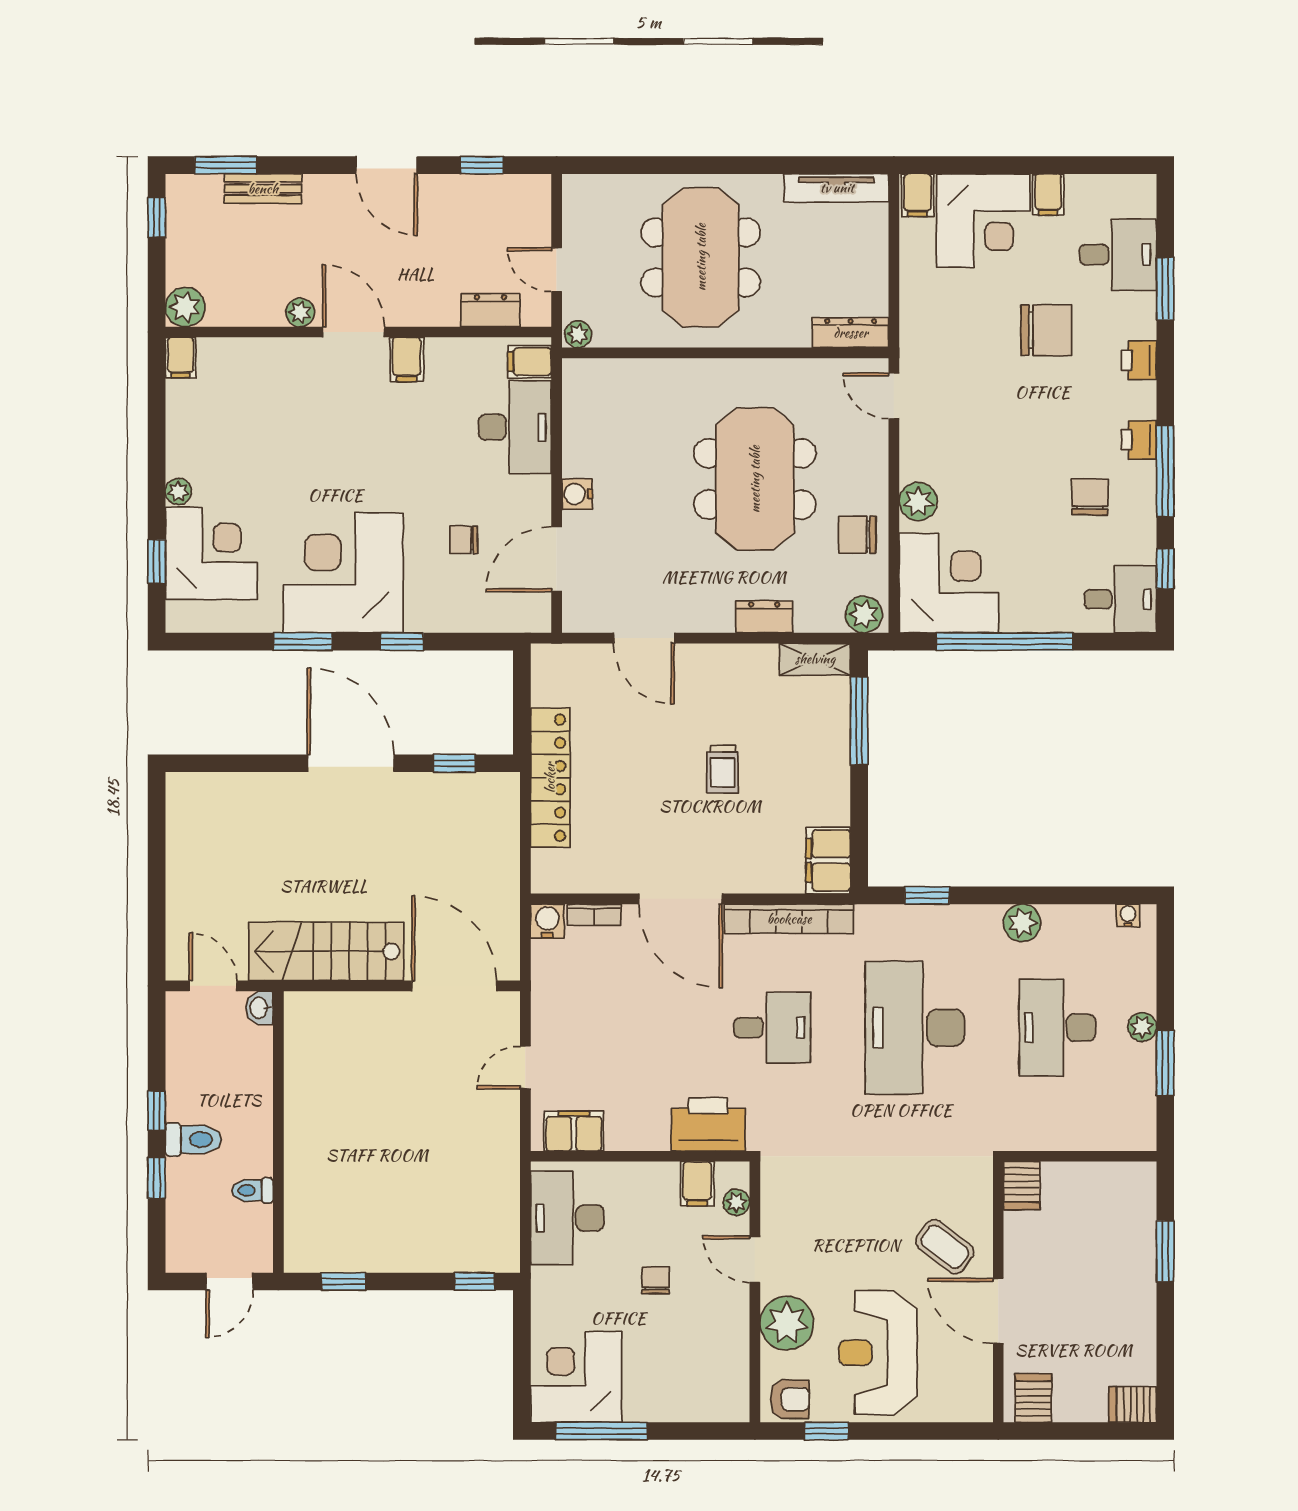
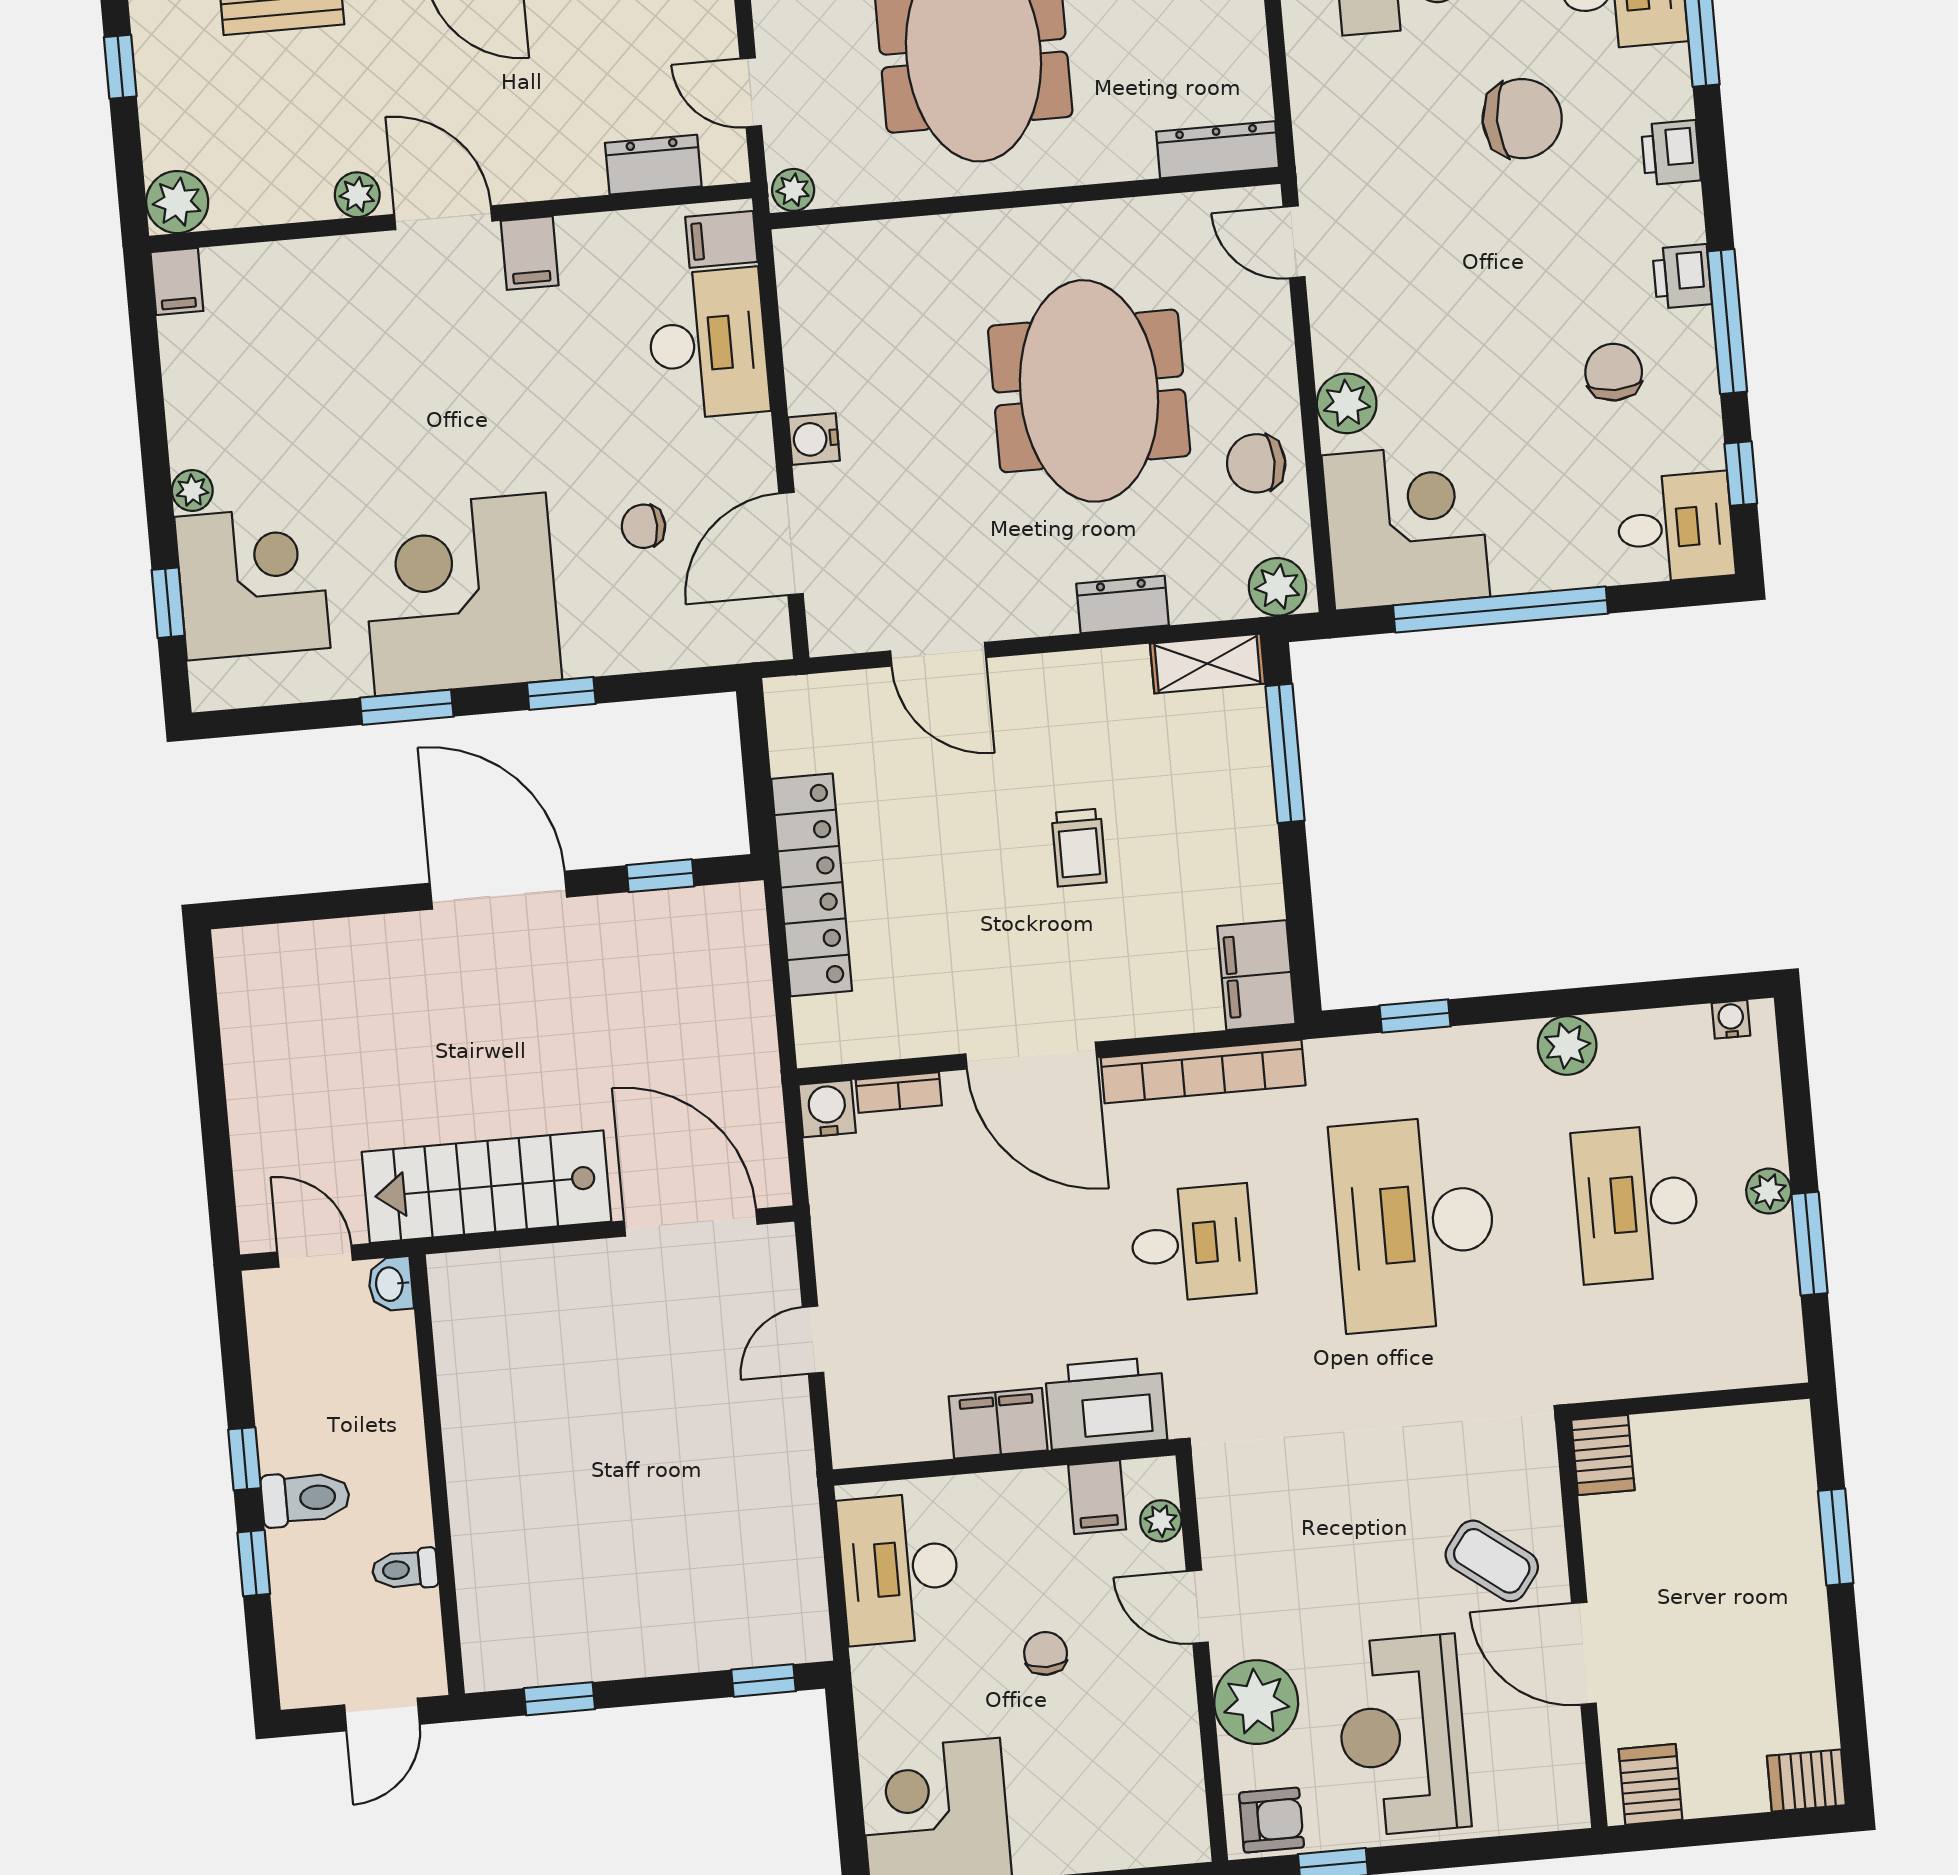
filing cabinet: (574, 1131) -> (998, 1423), moved

